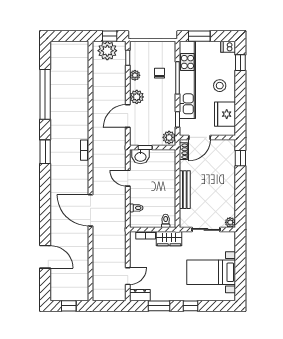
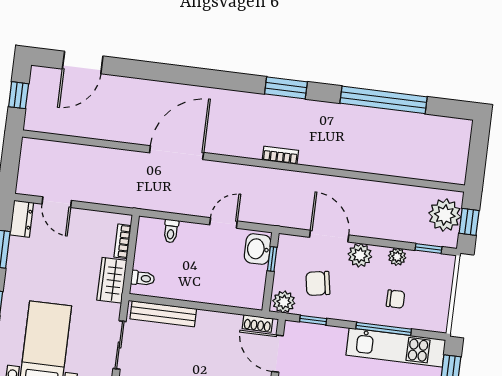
kitchen unit: (187, 80) -> (396, 347), width x0.73
chair: (156, 119) -> (318, 283), added
bench: (185, 190) -> (163, 314), moved
door: (45, 257) -> (83, 62), moved

